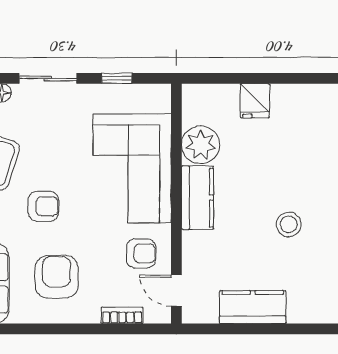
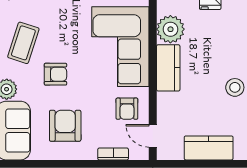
armchair: (141, 253) -> (127, 109), turned 90

